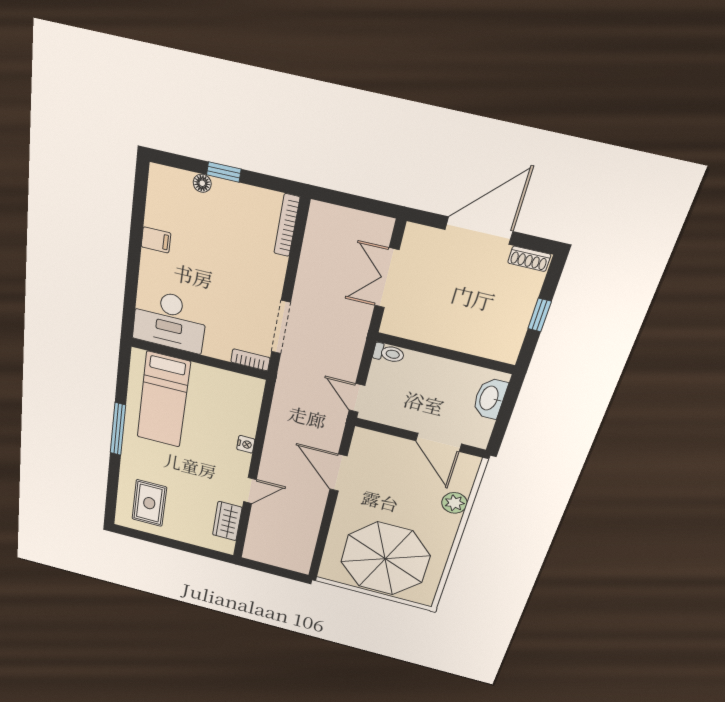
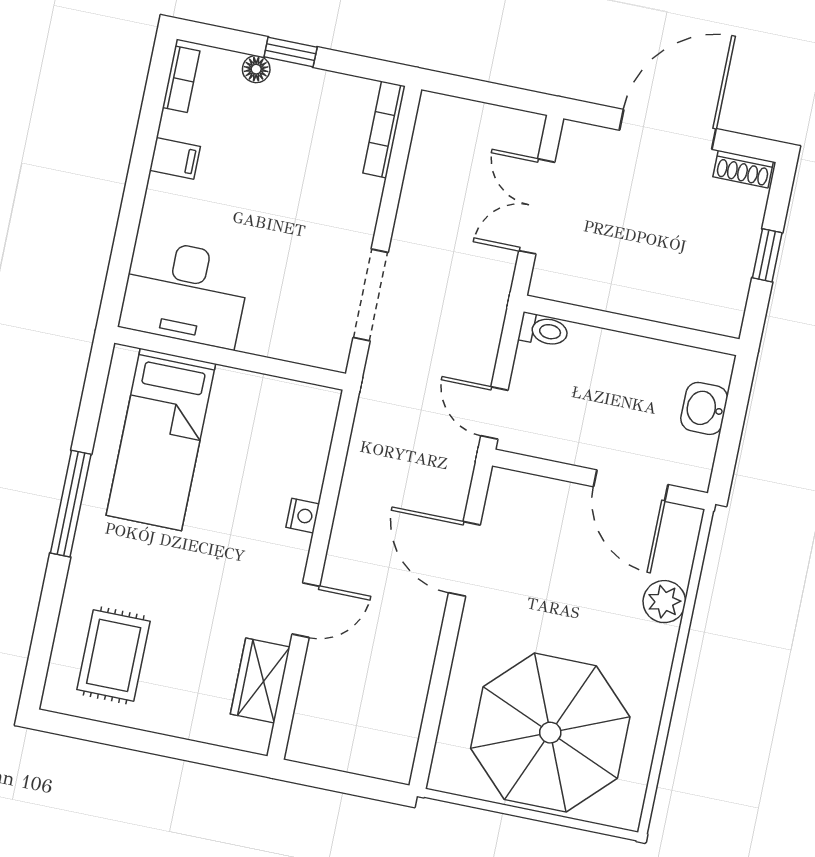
bookcase: (250, 360) -> (181, 79), moved, turned 90
washbasin: (490, 398) -> (704, 408), width x0.72

